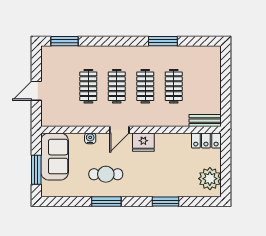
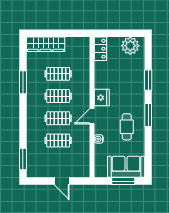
wardrobe: (212, 70) -> (46, 44), added
bench: (205, 121) -> (85, 49), removed
door: (119, 130) -> (92, 116), swing flipped
sofa: (55, 157) -> (126, 167), moved
window: (106, 202) -> (148, 115), moved

